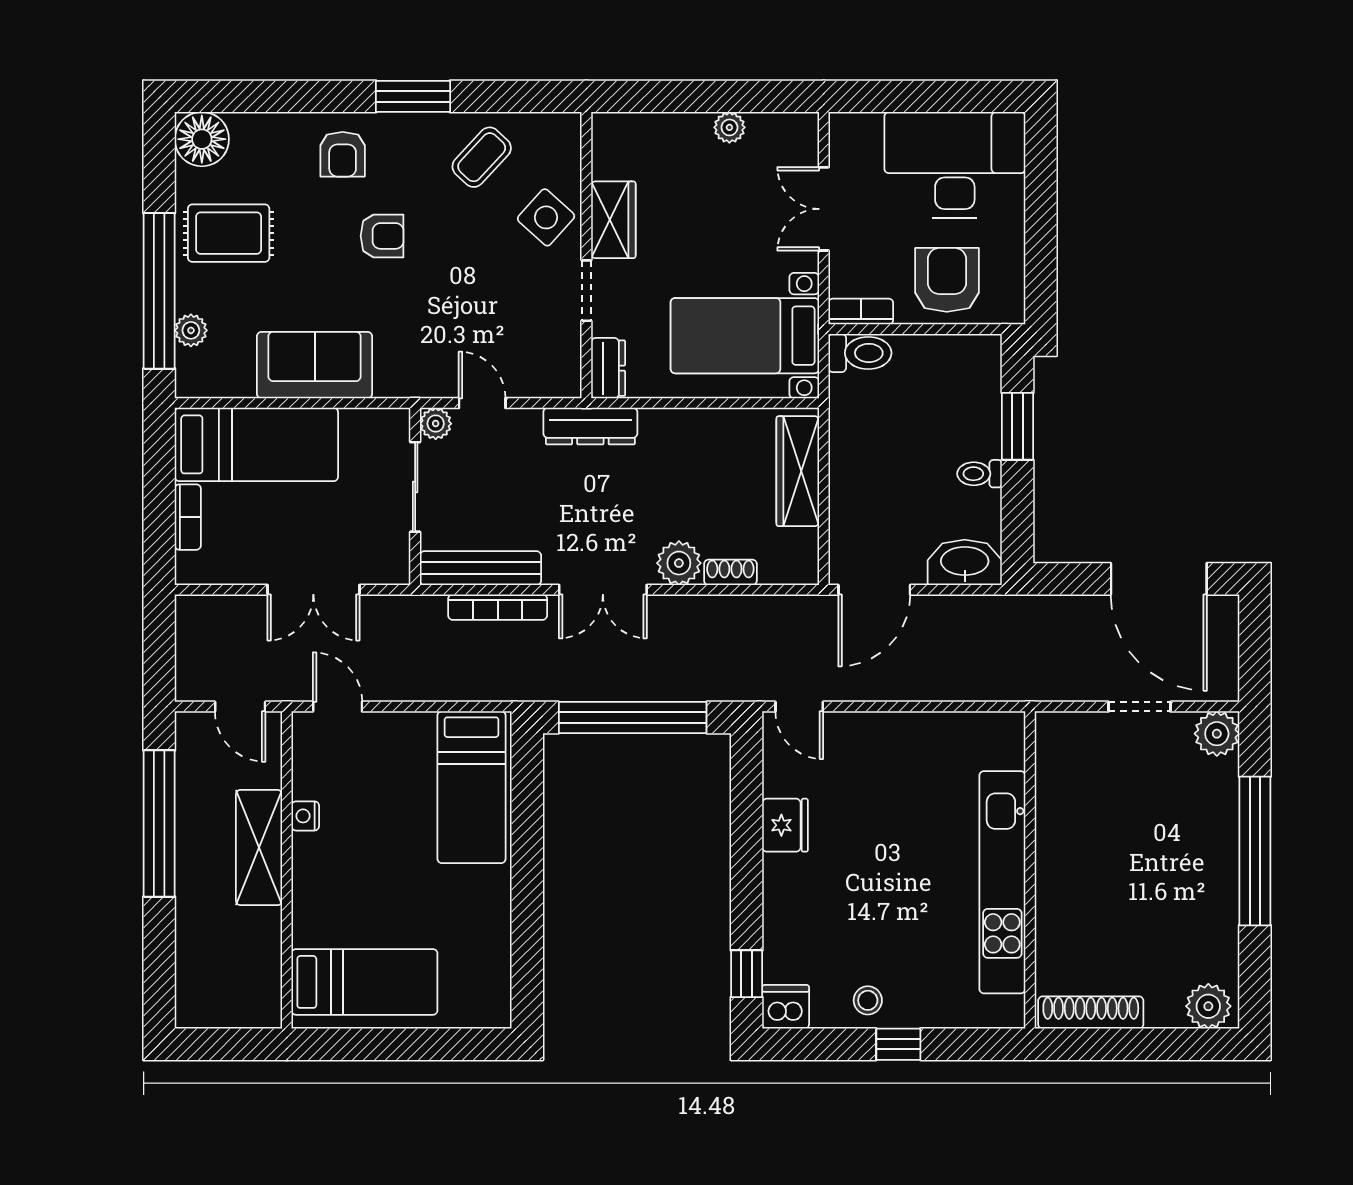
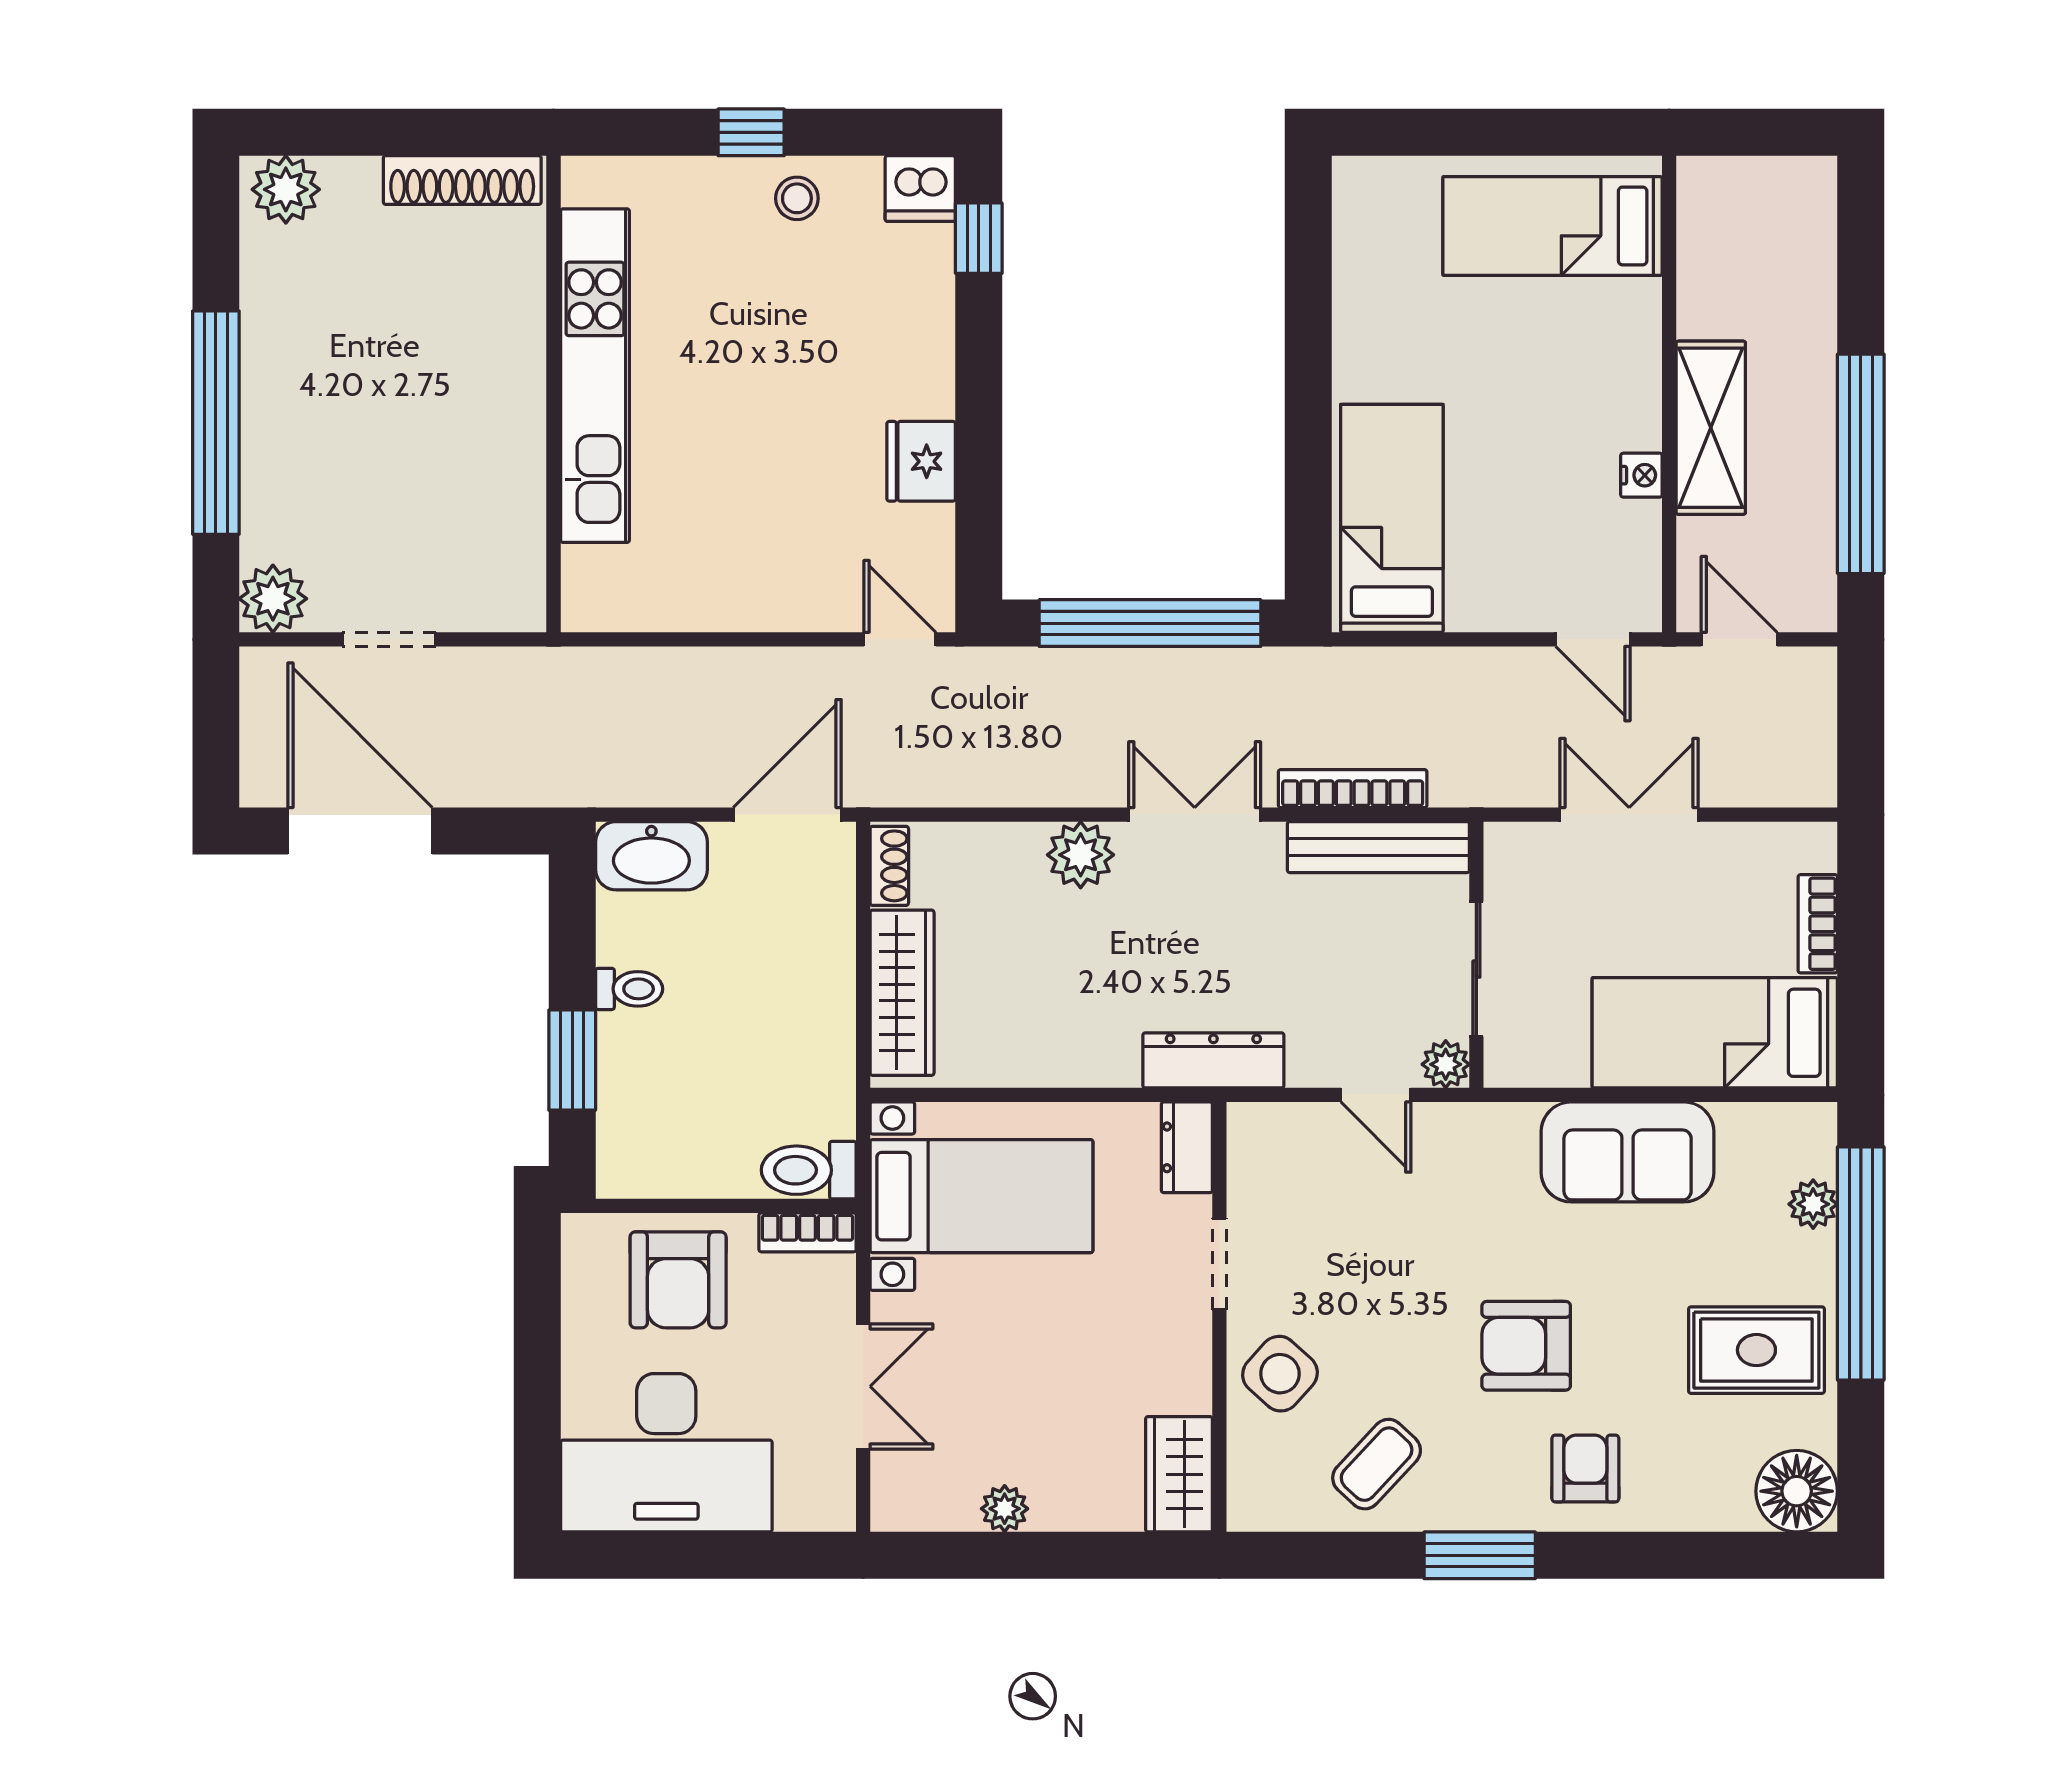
wardrobe: (613, 220) -> (1179, 1474), moved
armchair: (382, 236) -> (1526, 1346), width x1.38, depth x1.38
shoe rack: (730, 572) -> (889, 866), moved, turned -90

